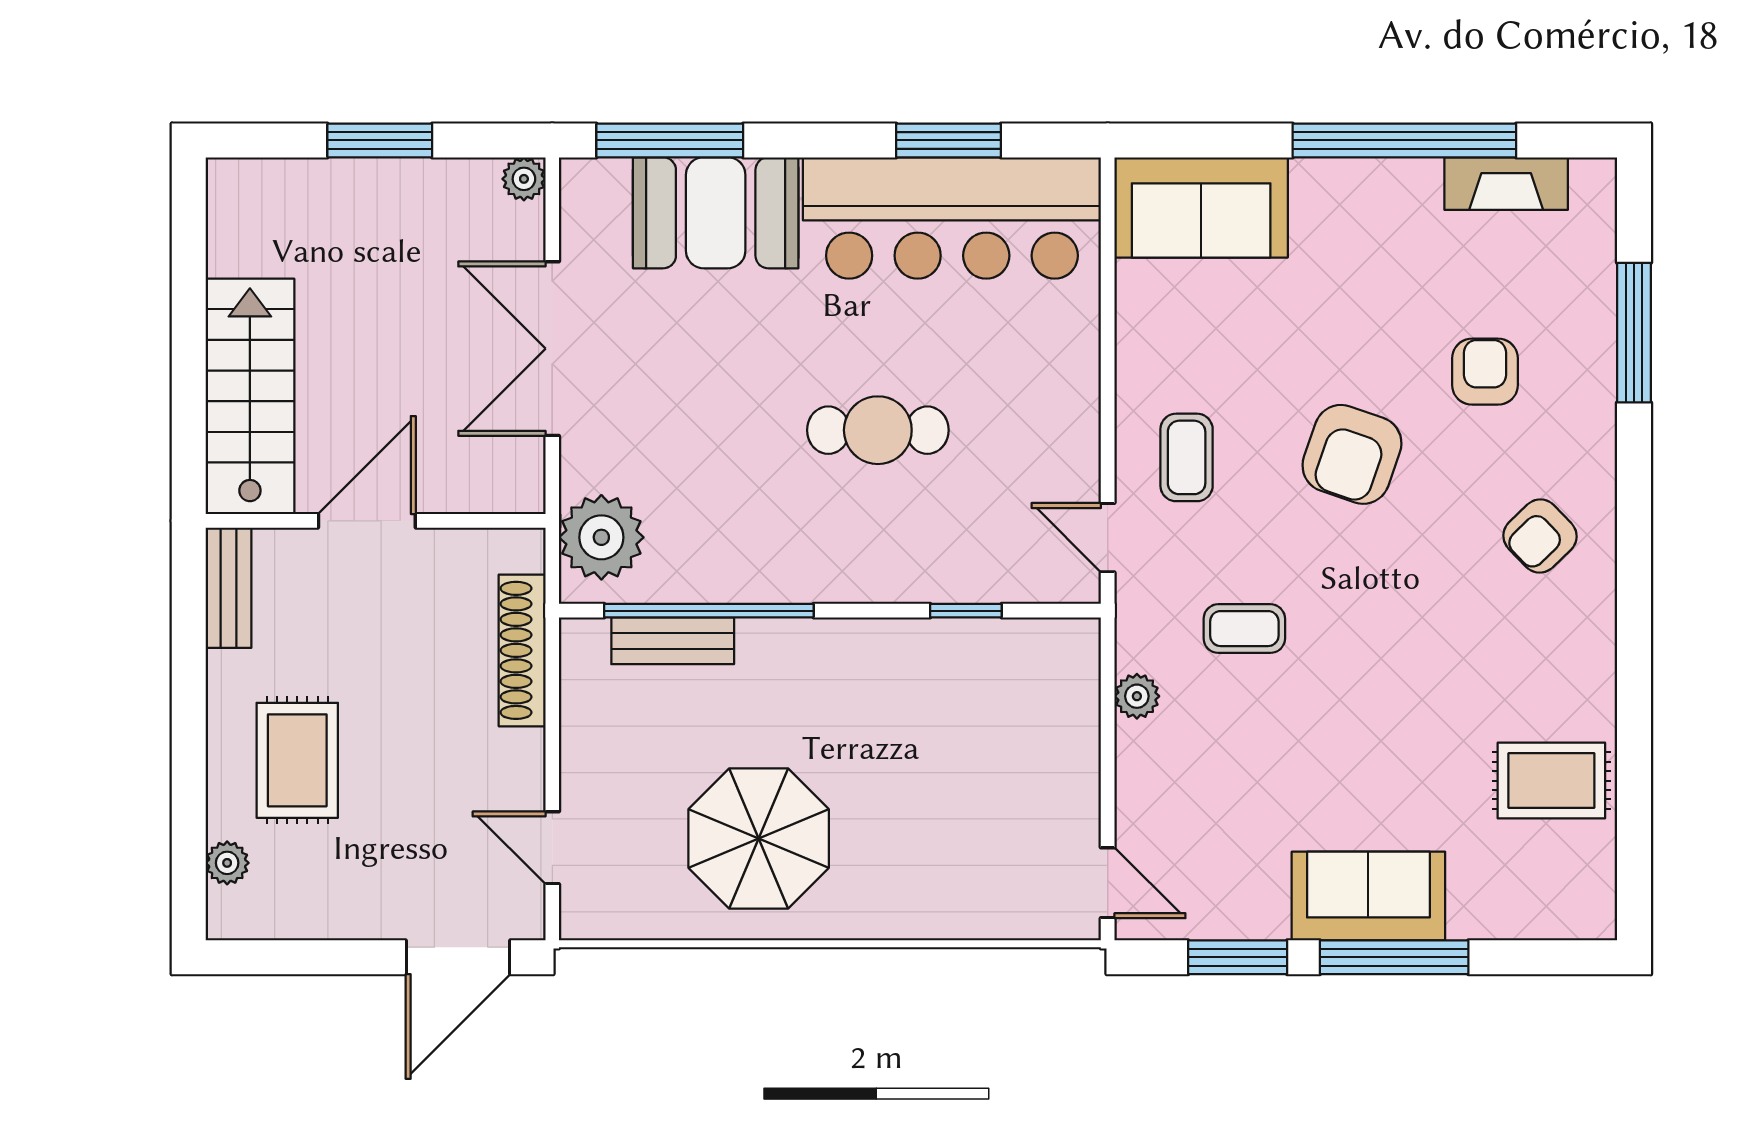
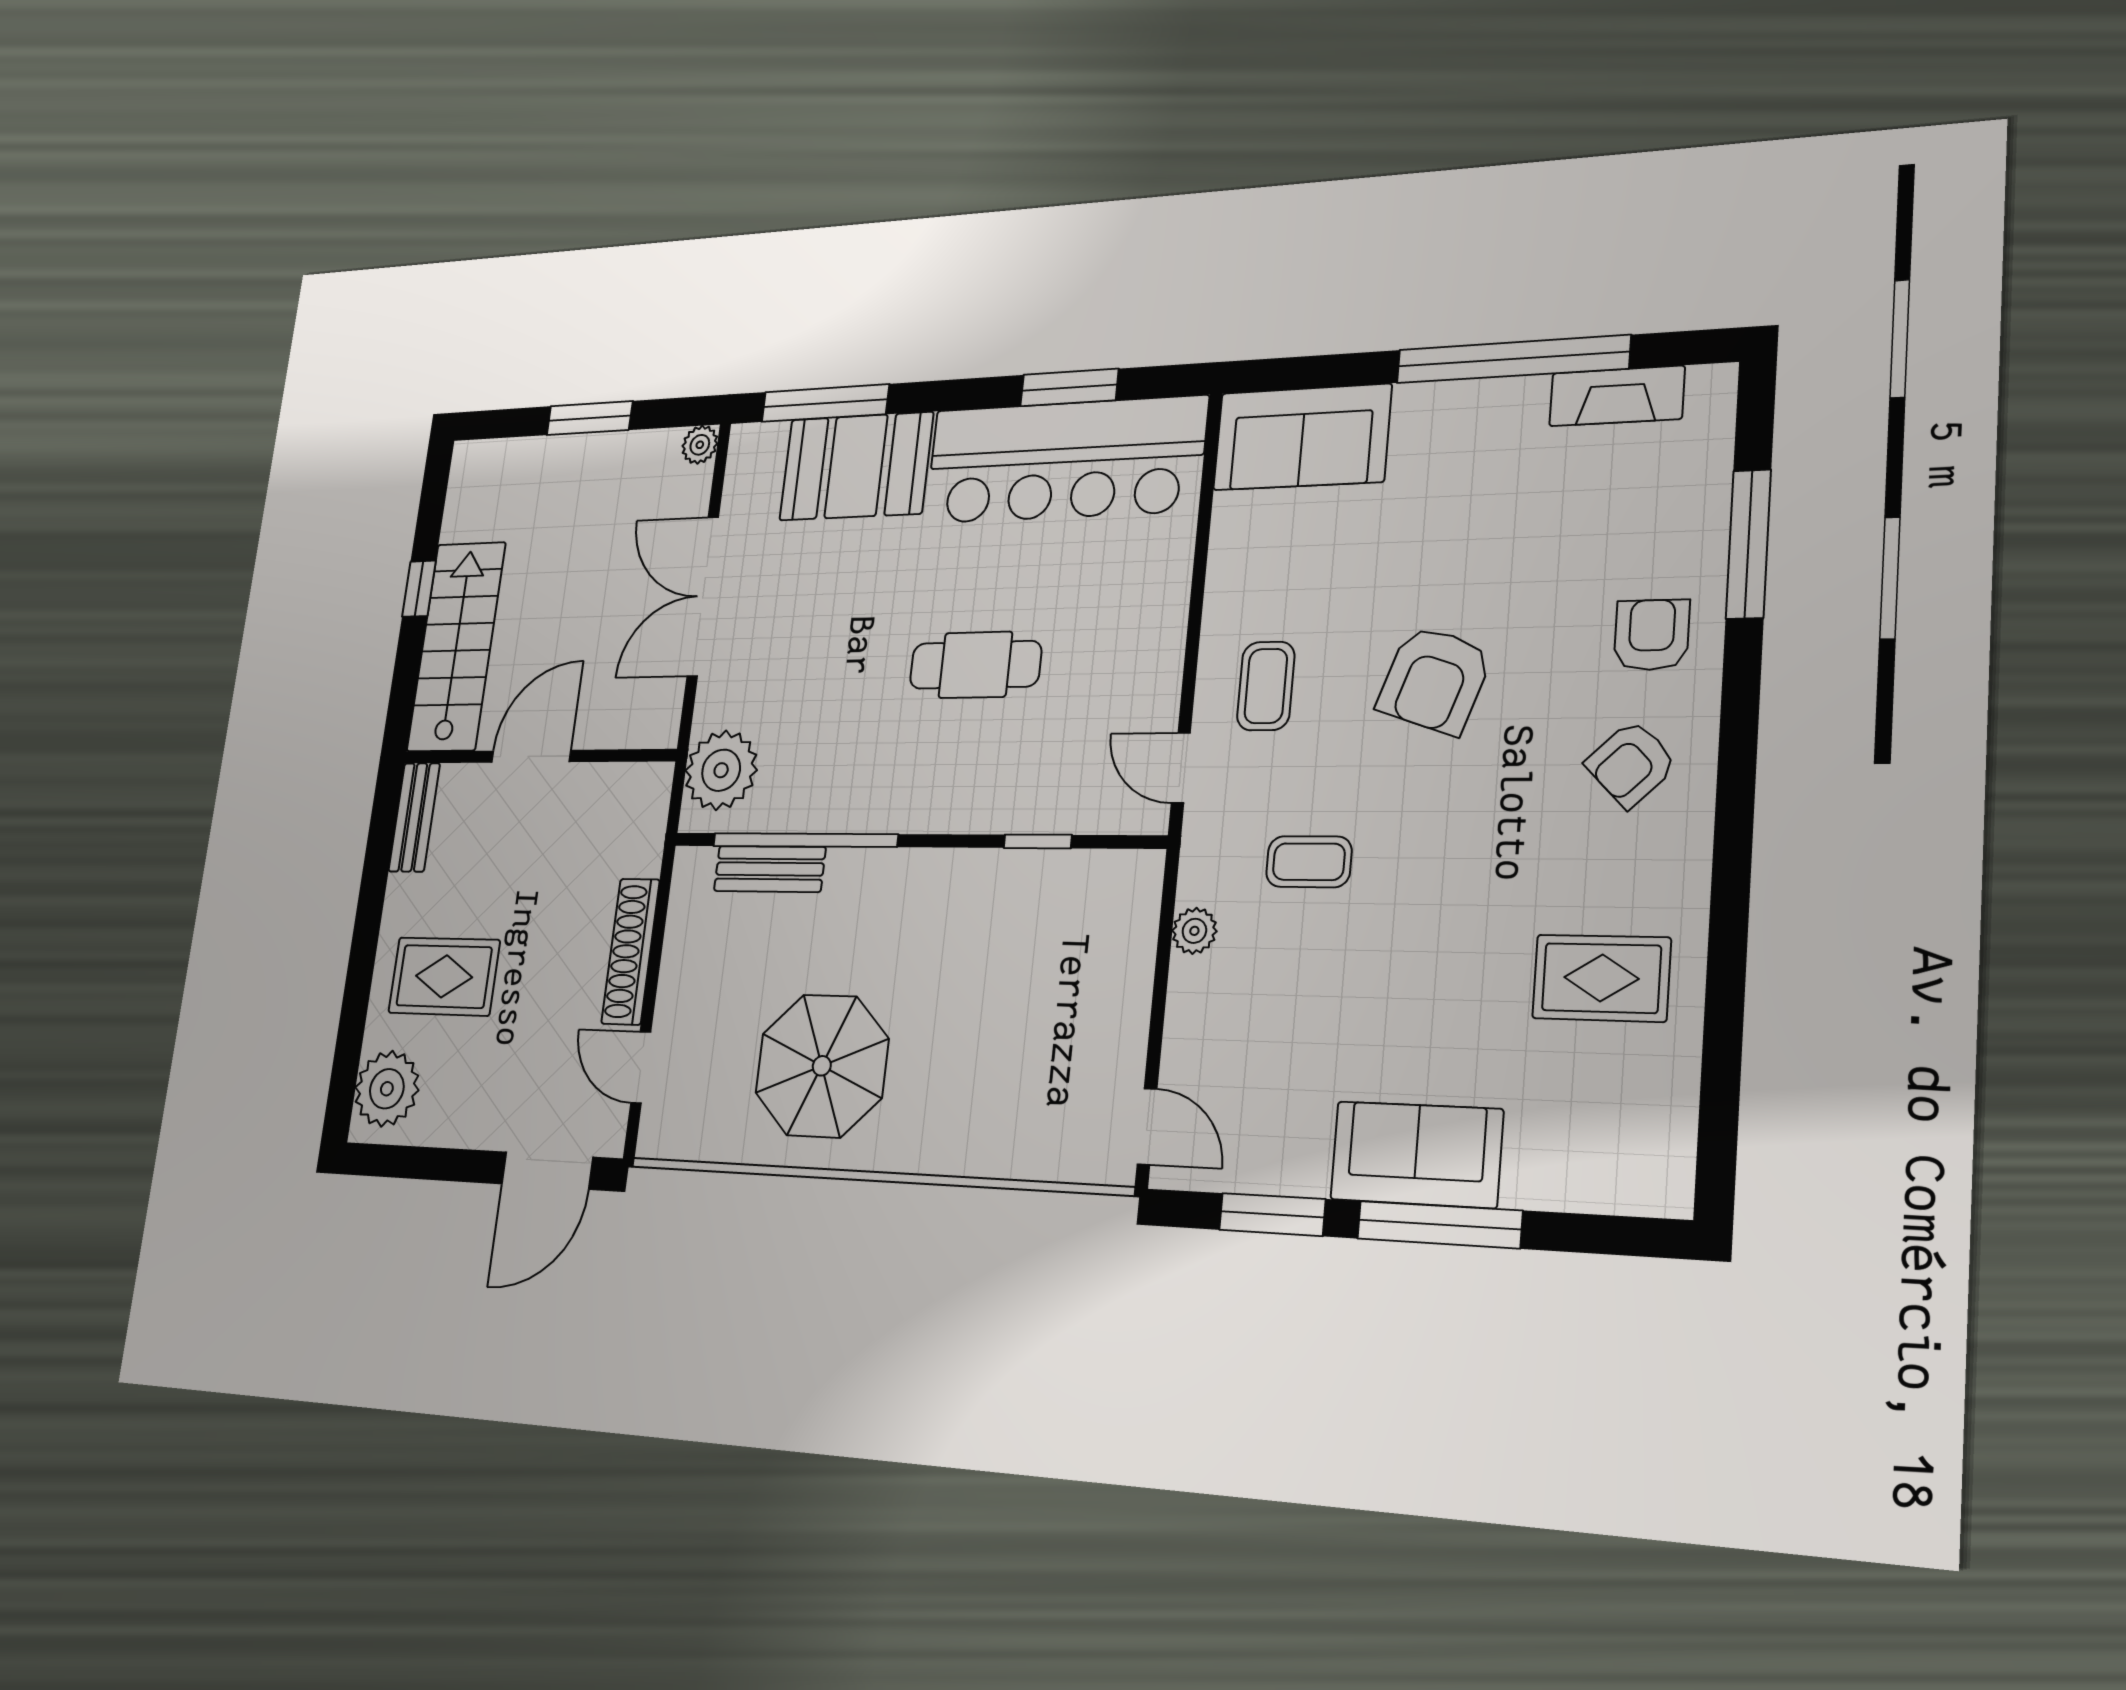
window: (189, 329) -> (419, 589), added
armchair: (1485, 372) -> (1652, 635), moved
shoe rack: (522, 650) -> (631, 951), moved
rug: (297, 760) -> (444, 976), turned 90
rug: (1551, 781) -> (1601, 978), moved
plant: (227, 863) -> (387, 1089), width x1.88, depth x1.88

